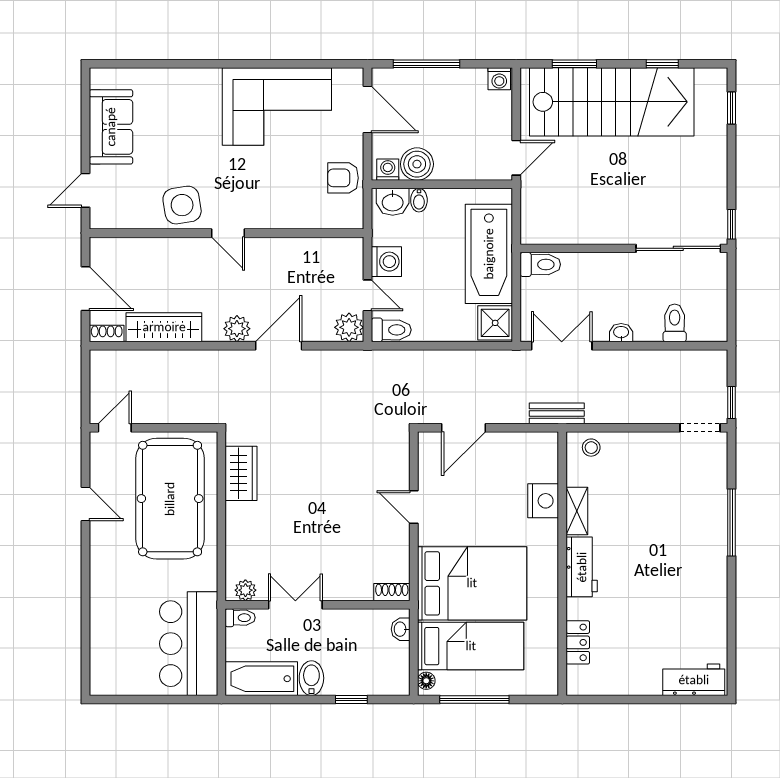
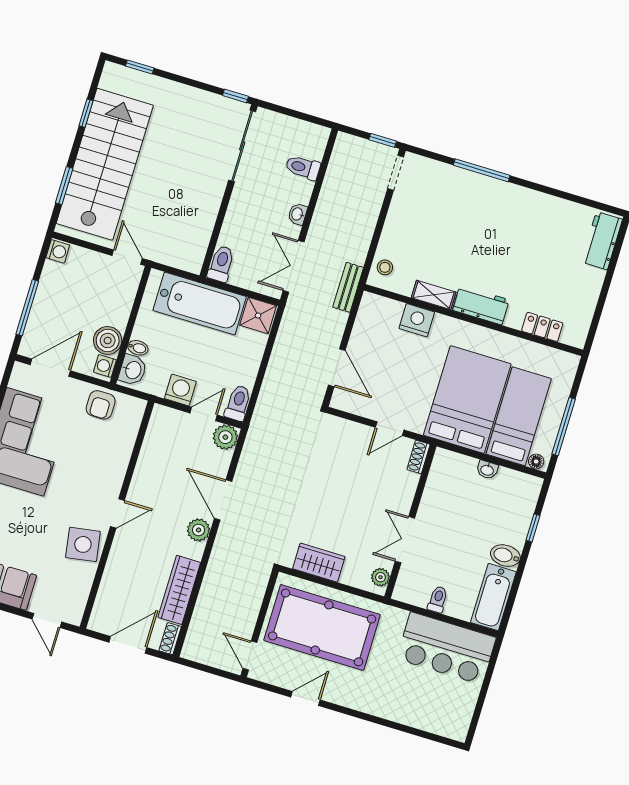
plant: (245, 590) -> (380, 577), moved
shoe rack: (392, 592) -> (418, 457), moved
double door: (295, 605) -> (405, 540), moved
wall: (318, 605) -> (410, 521), moved

